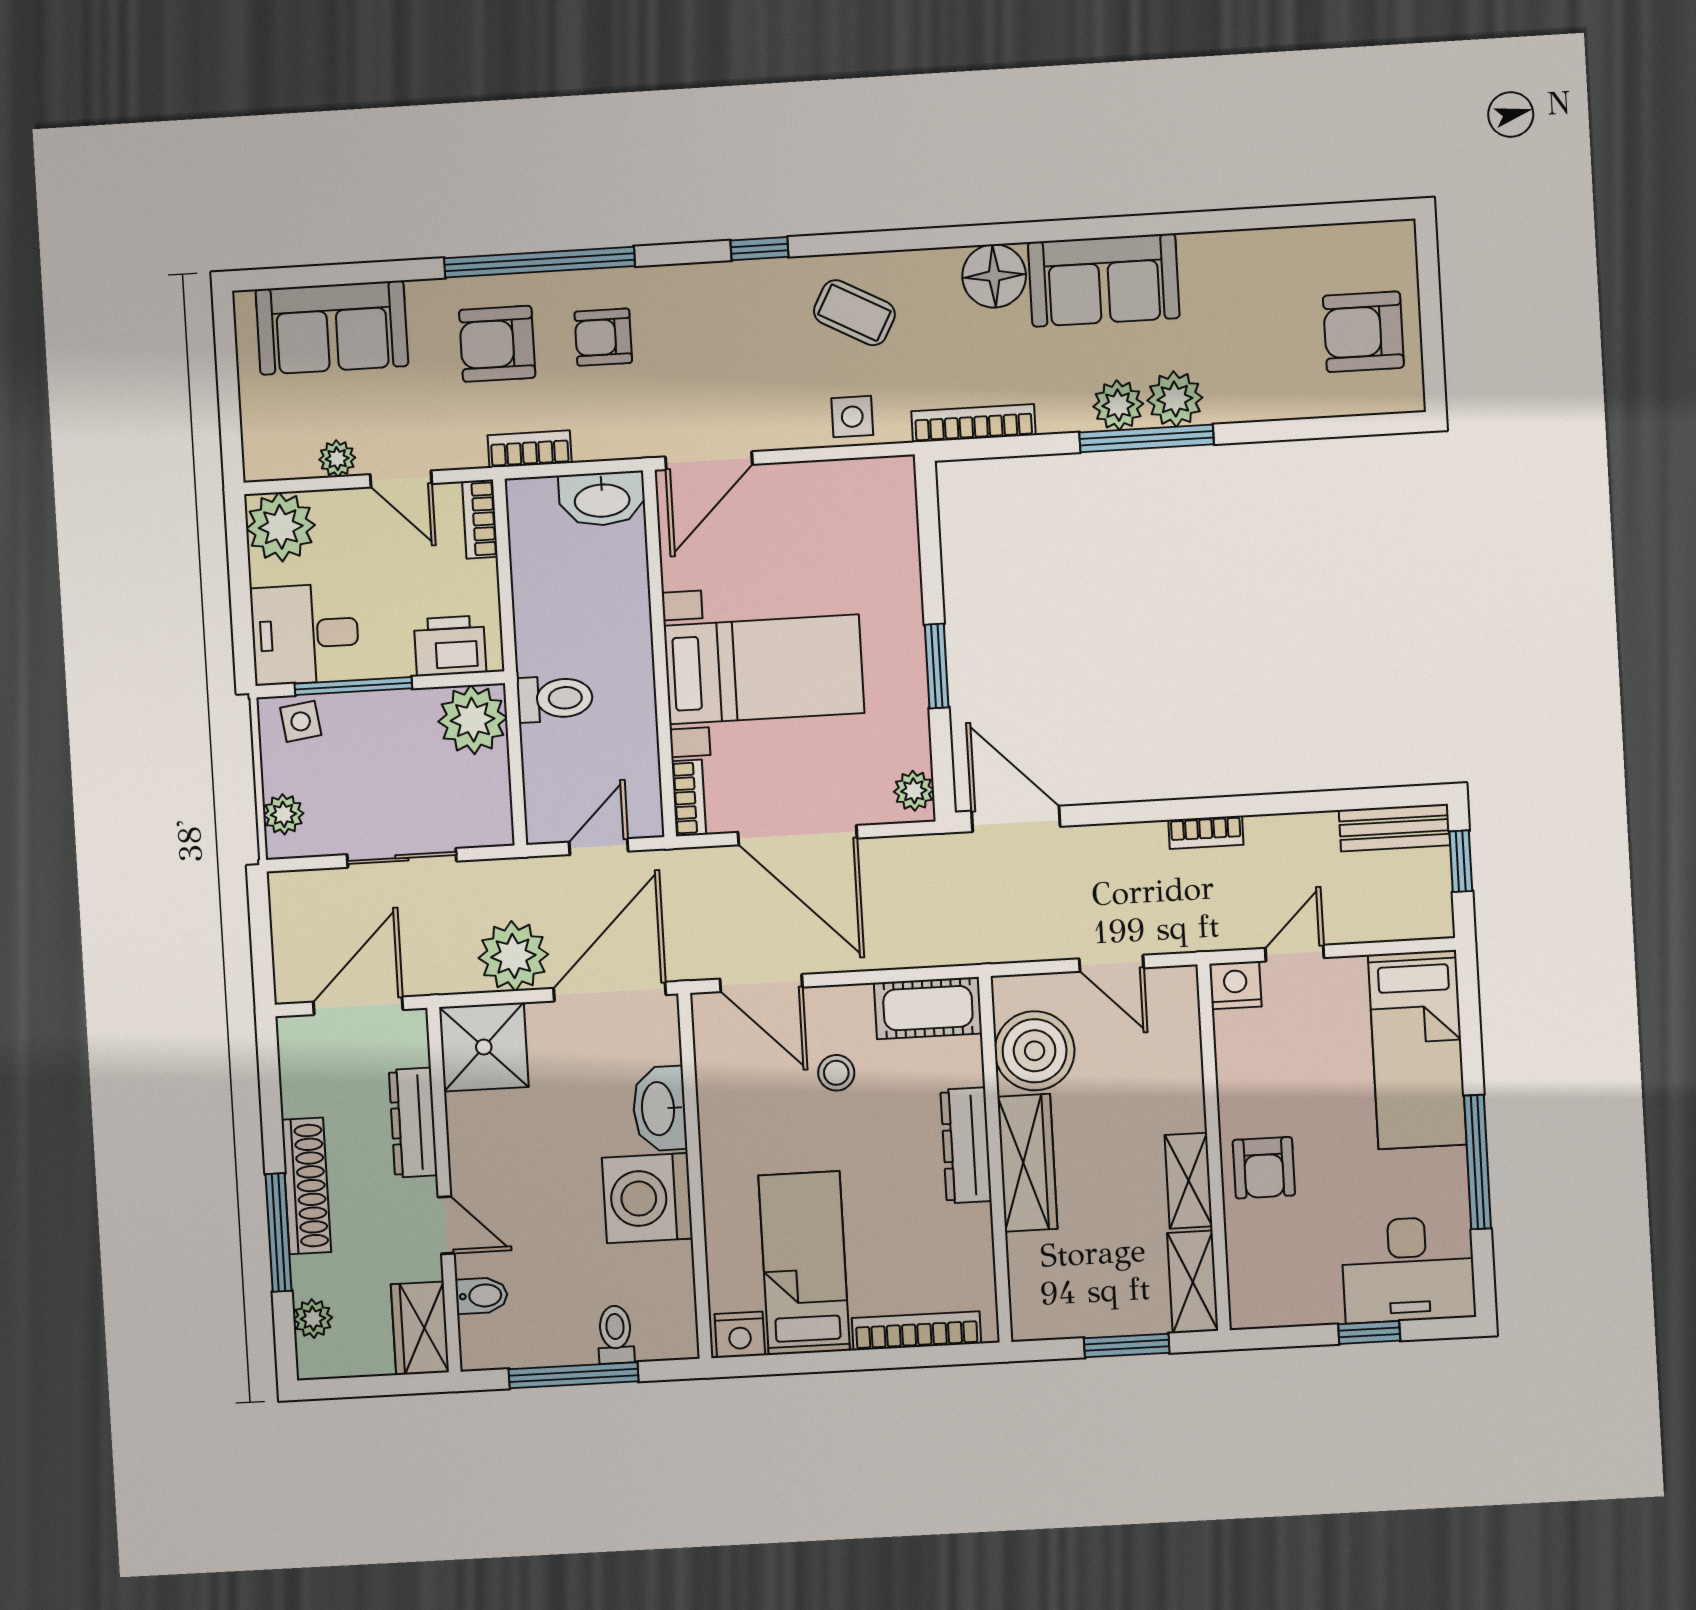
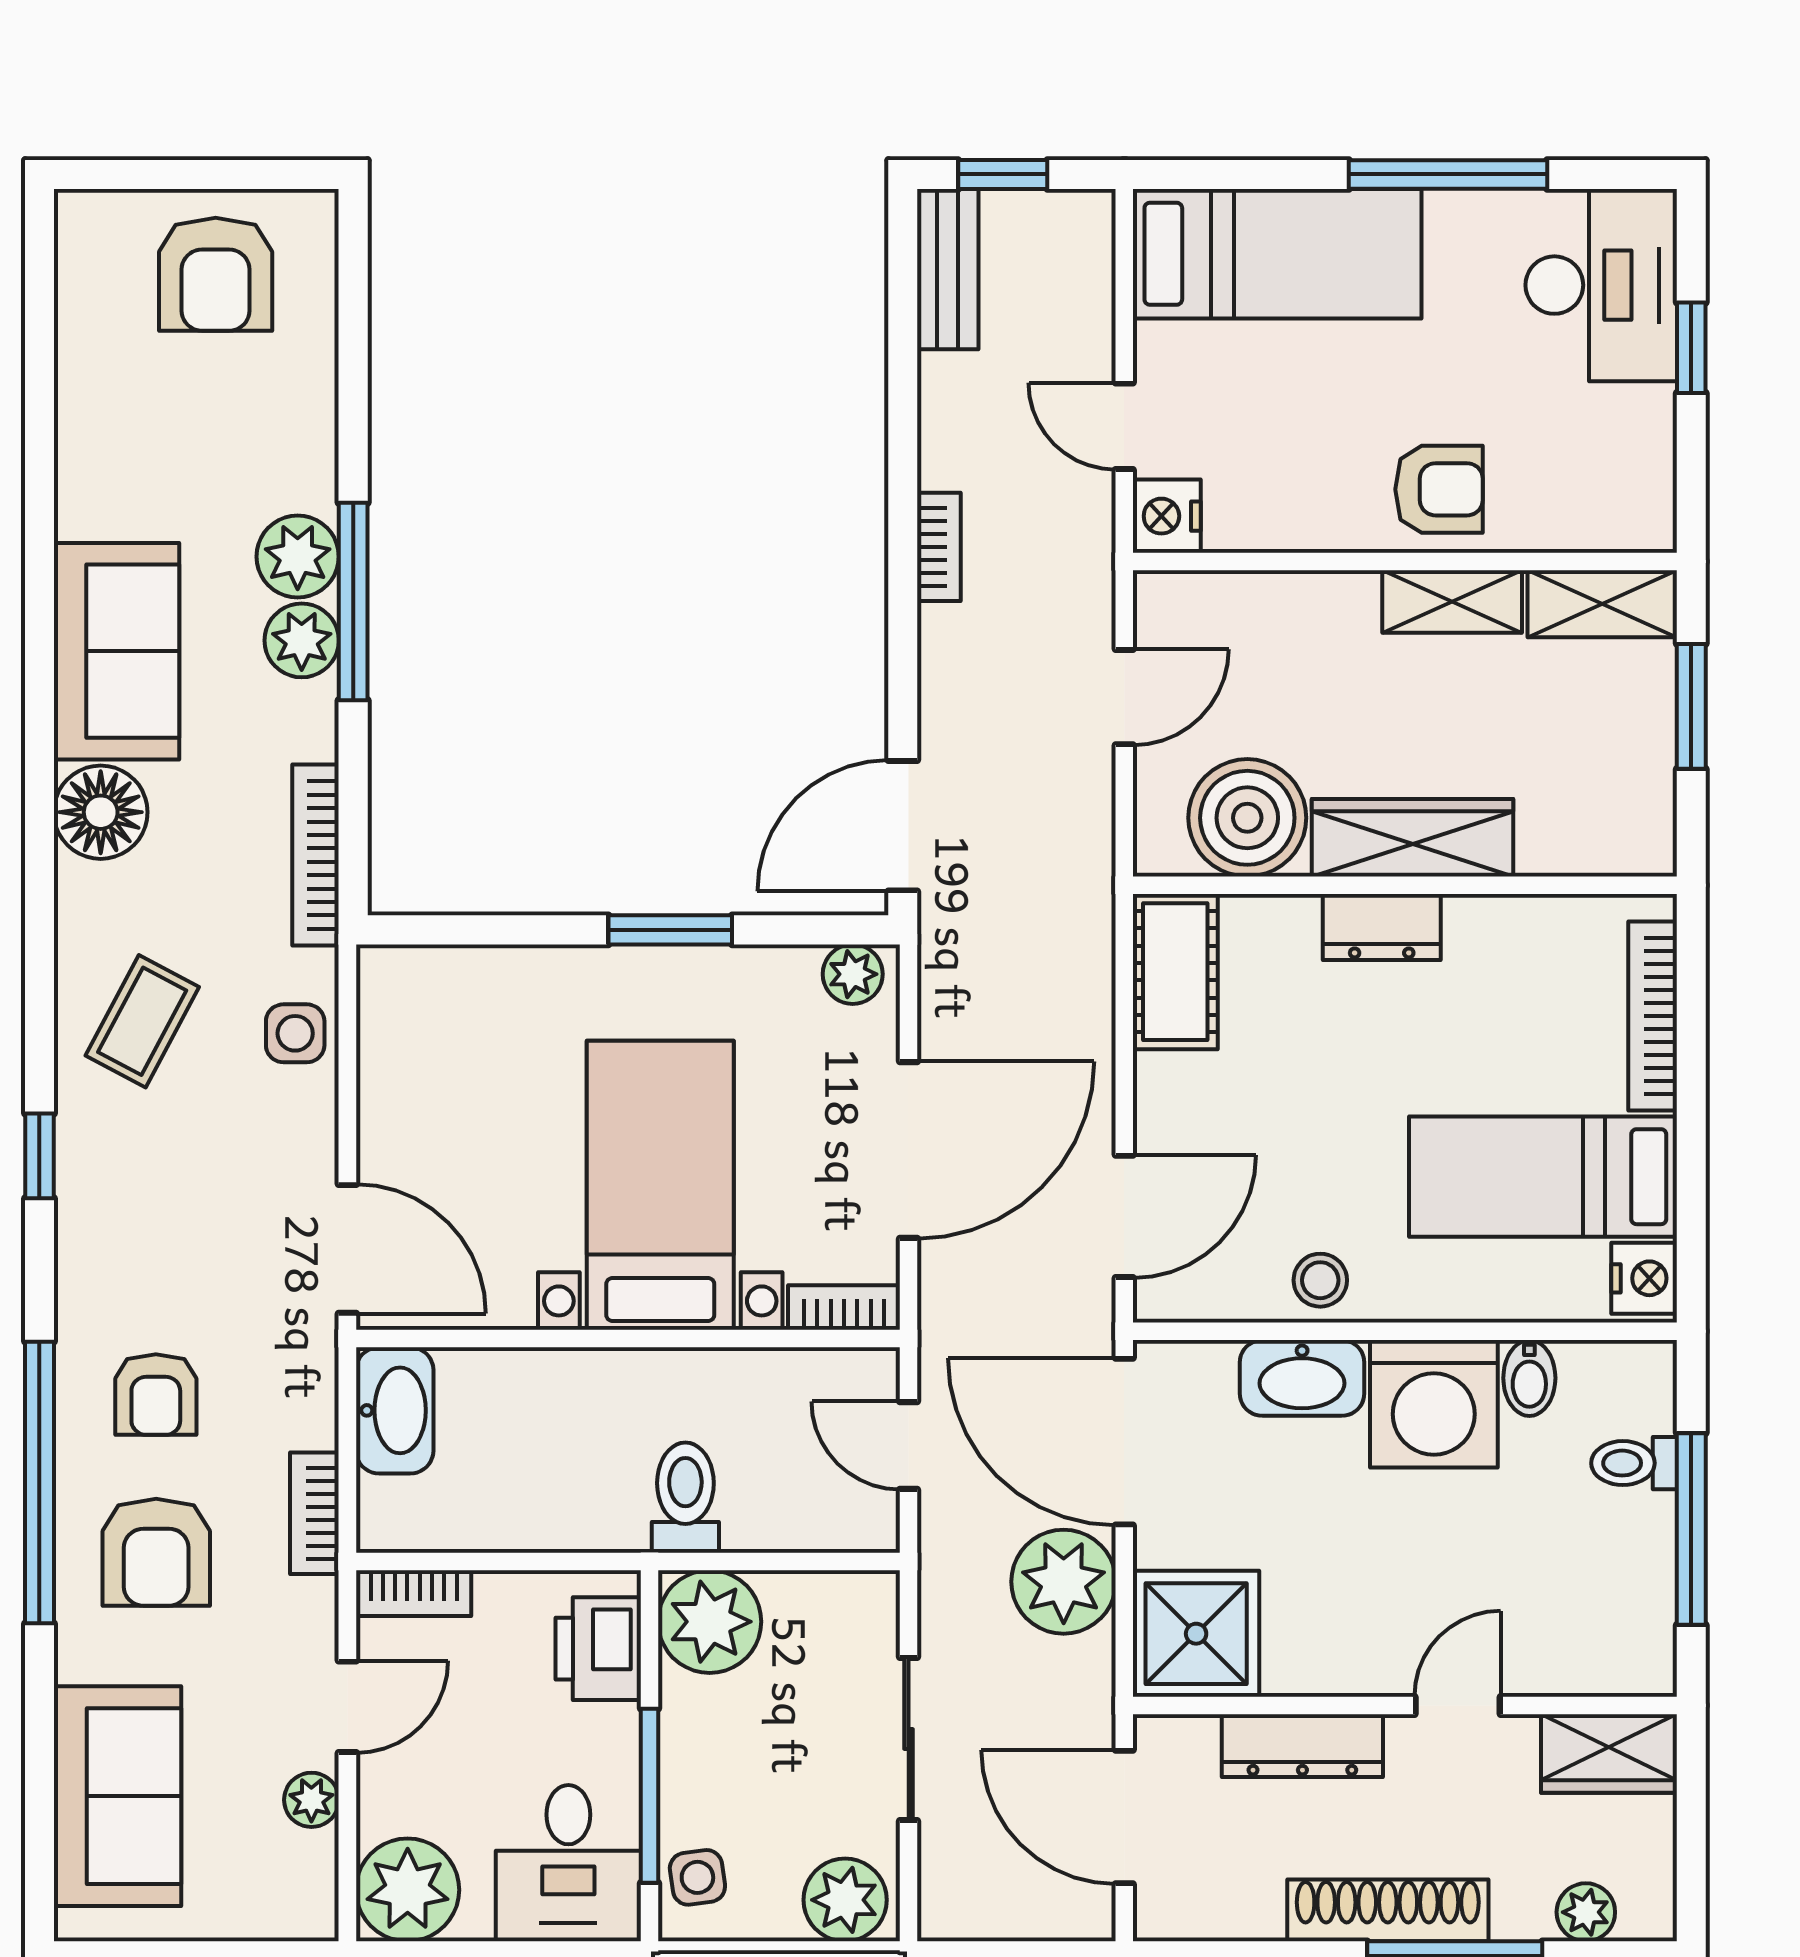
plant: (283, 814) -> (845, 1900), width x1.38, depth x1.38
stool: (836, 1073) -> (1320, 1280), moved
dresser: (966, 1145) -> (1382, 927), width x0.70
bidet: (482, 1296) -> (1529, 1378), moved, turned 180

